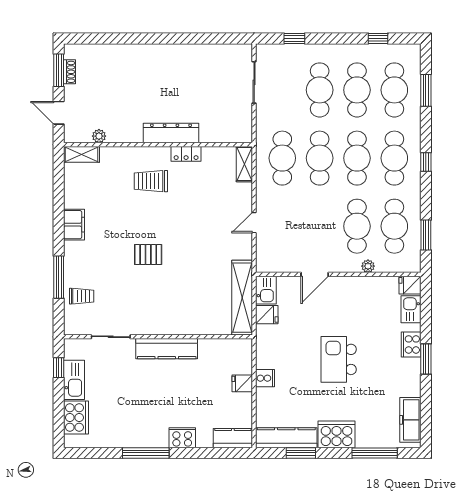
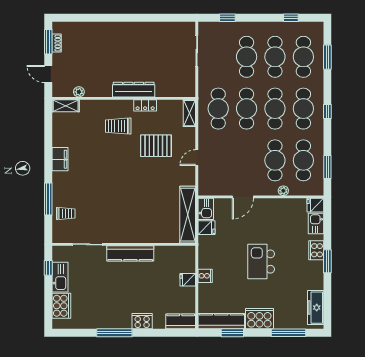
pallet: (148, 255) -> (156, 146), moved, width x1.50, depth x1.42

